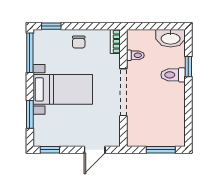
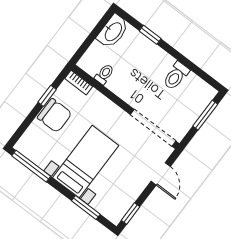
window: (51, 26) -> (47, 96), moved
chair: (79, 42) -> (55, 116), width x1.87, depth x1.87
toilet: (173, 75) -> (176, 76), moved
doorway: (123, 92) -> (153, 128), moved

